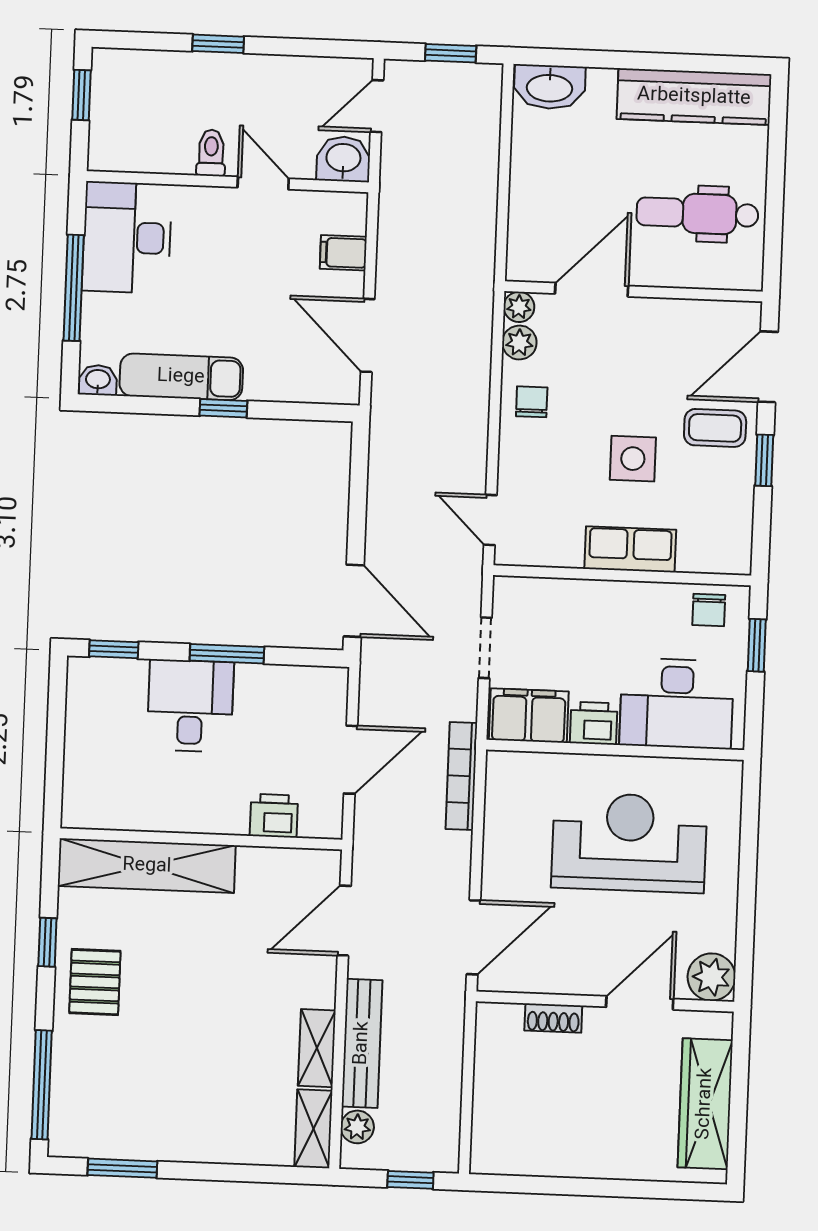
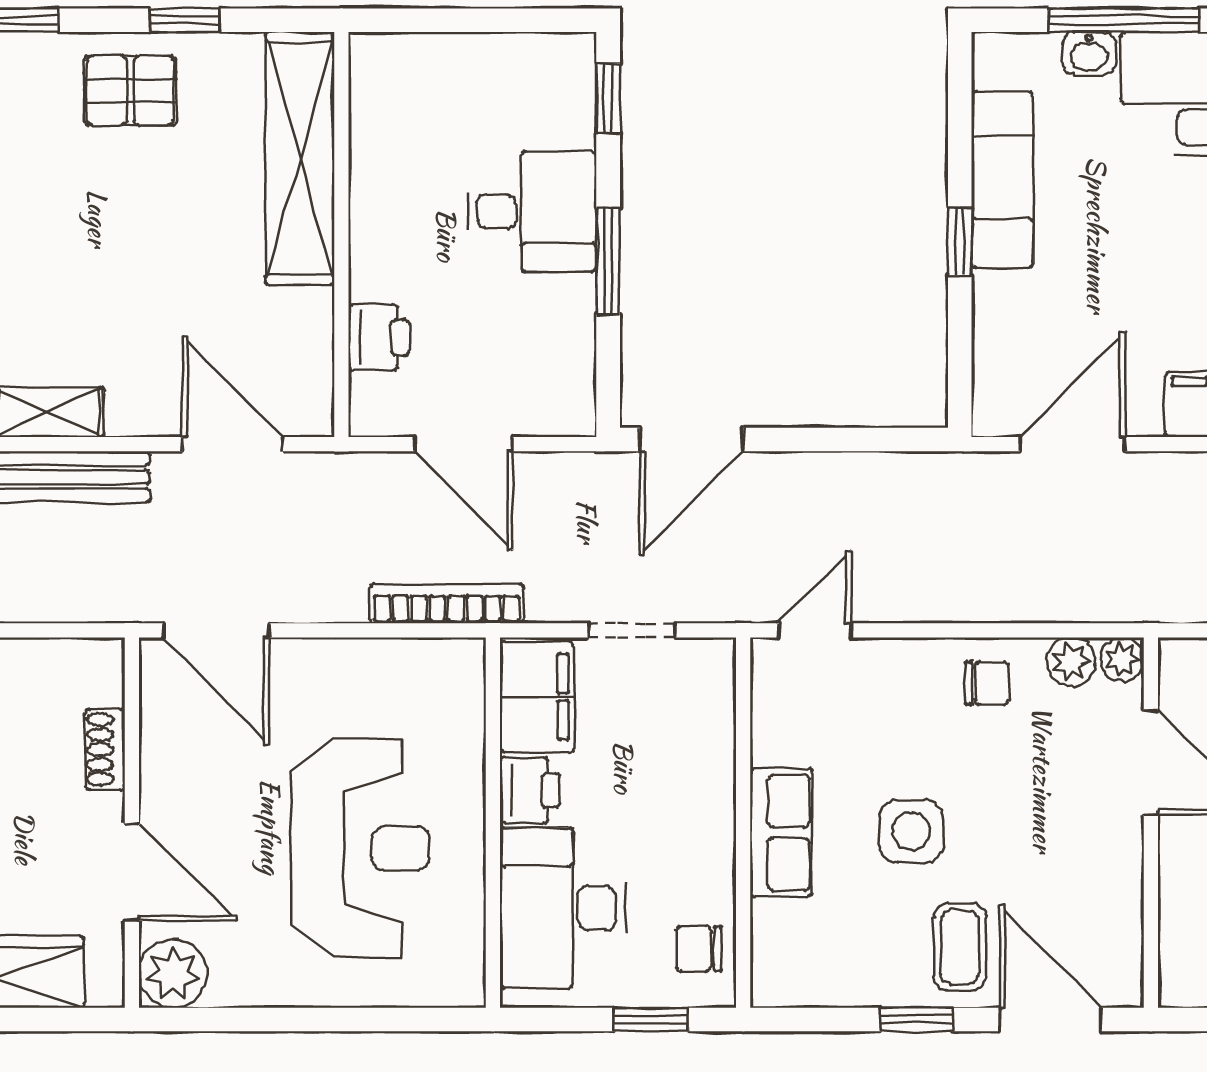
washbasin: (98, 380) -> (1089, 53), moved, turned 90

